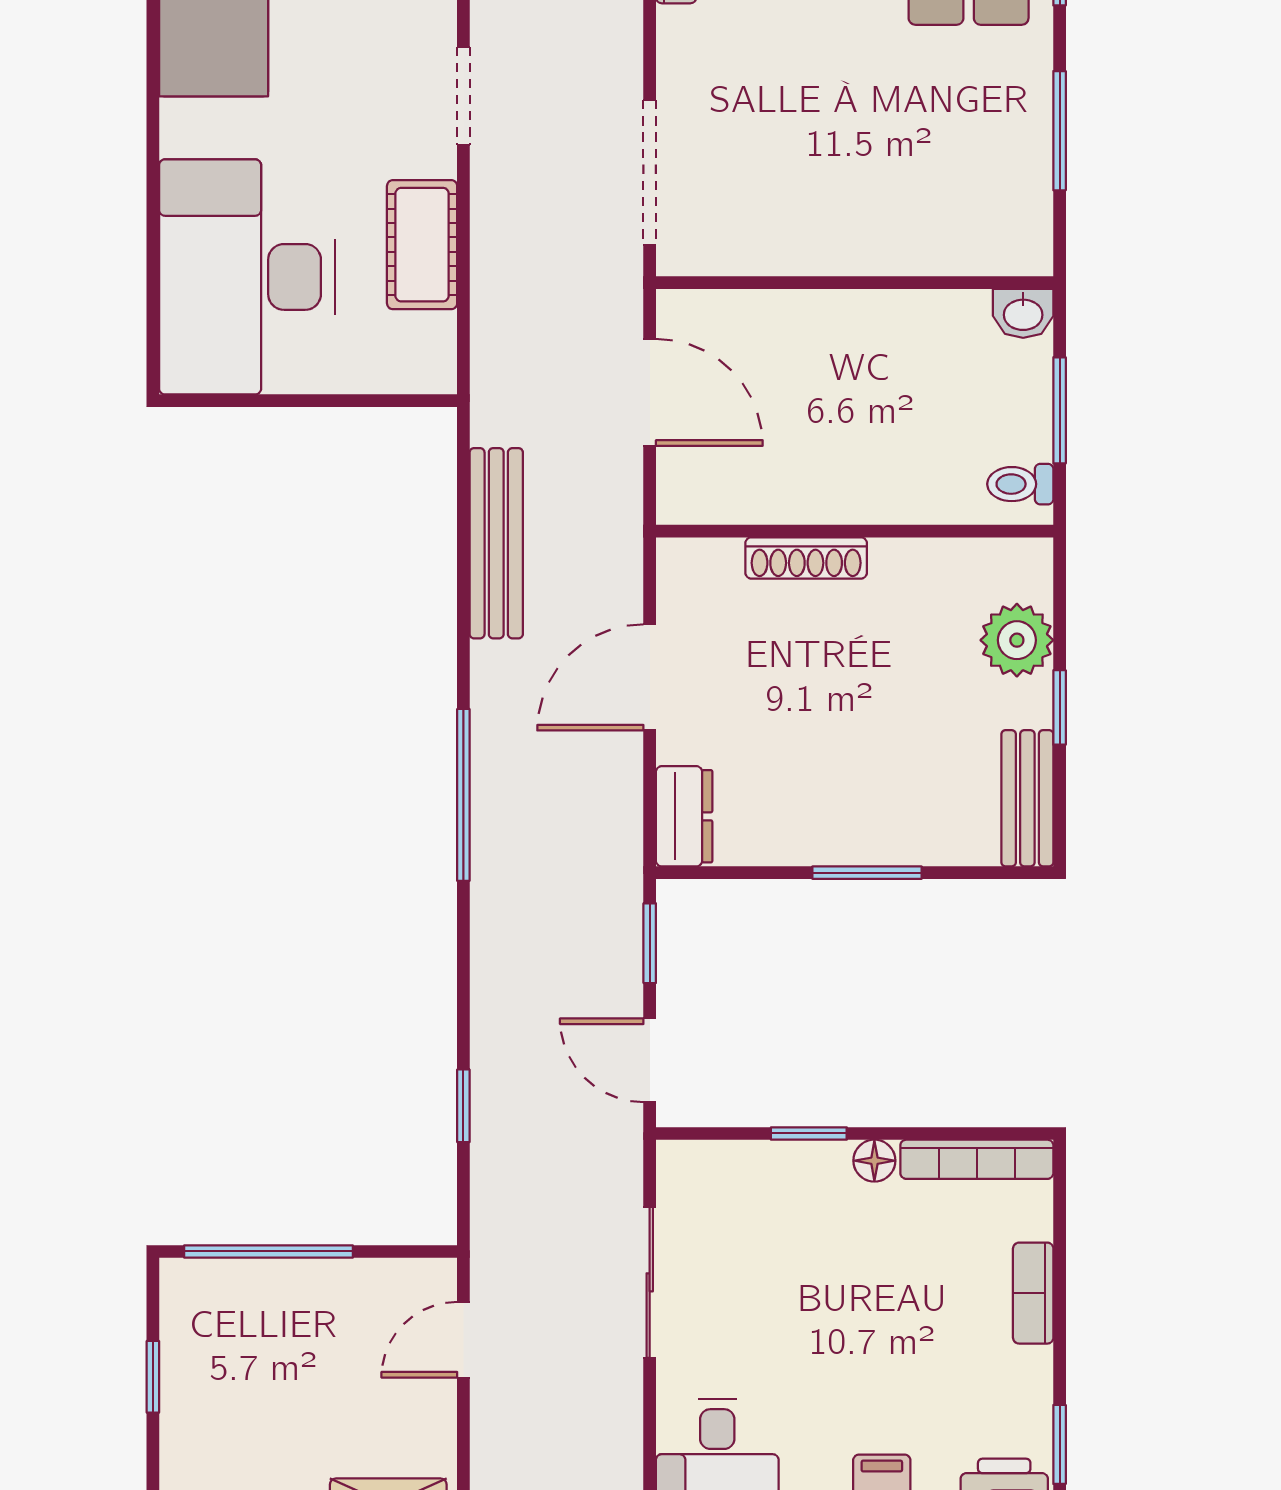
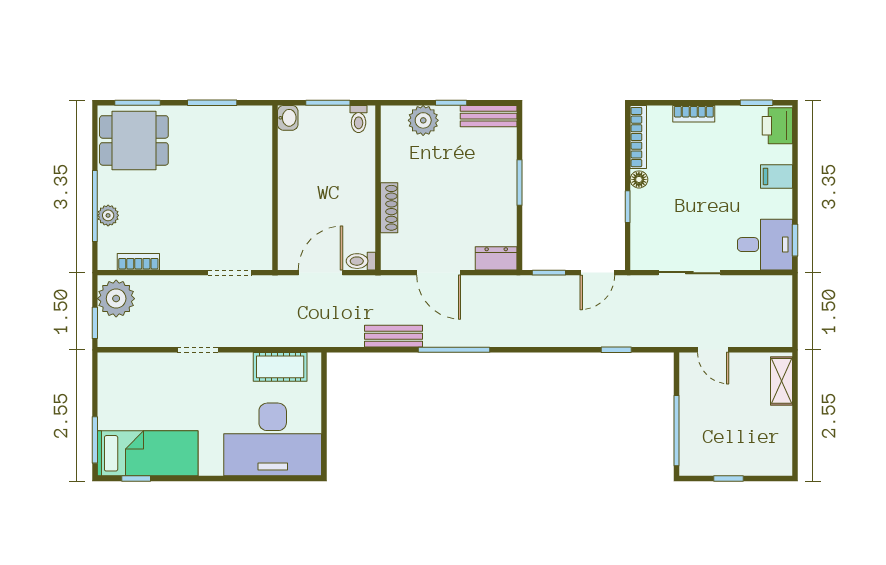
doorway: (650, 172) -> (229, 273), width x0.73
cot: (422, 245) -> (280, 367), moved
toilet: (677, 490) -> (361, 261), added
bench: (496, 543) -> (394, 336), width x0.73
window: (463, 795) -> (454, 350), moved

